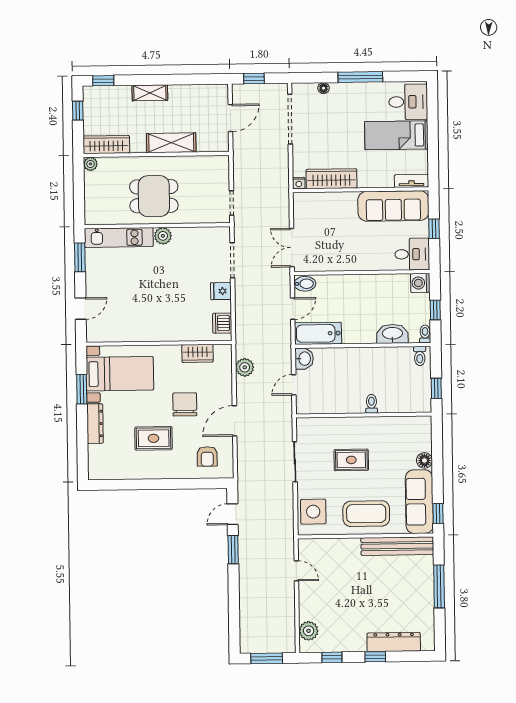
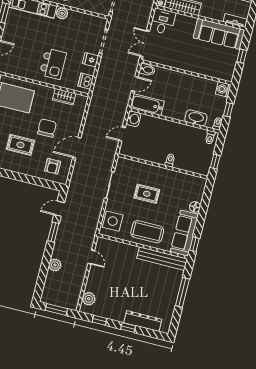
desk: (412, 254) -> (163, 21), moved, turned -90
kitchen island: (169, 311) -> (53, 64), added
plant: (245, 367) -> (55, 265), moved

